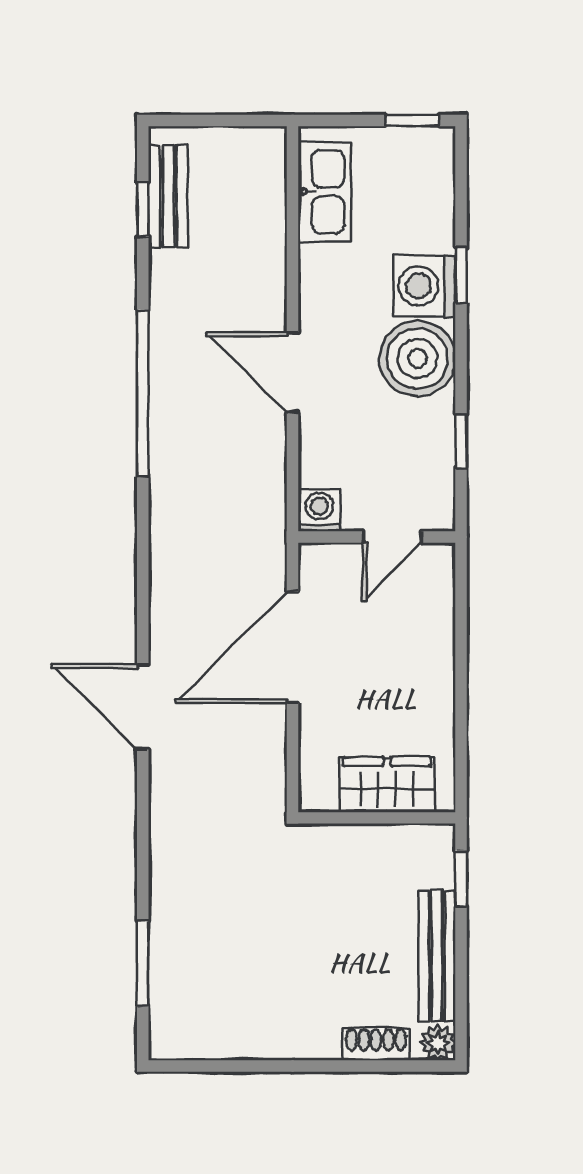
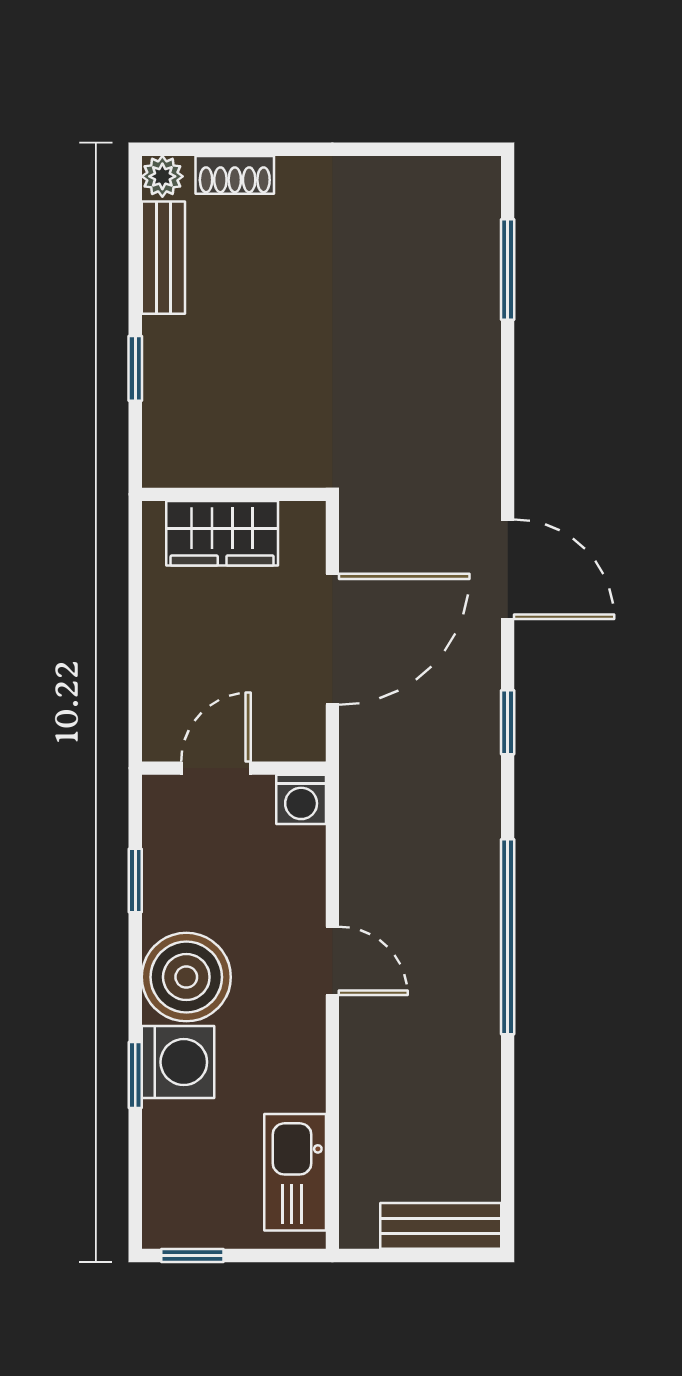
bench: (168, 196) -> (441, 1226), moved, turned 90
window: (143, 209) -> (508, 722), moved
door: (293, 372) -> (332, 961), width x0.73
wardrobe: (387, 785) -> (222, 533), moved
wall: (377, 818) -> (234, 494), moved
bench: (437, 956) -> (163, 258), width x0.73

